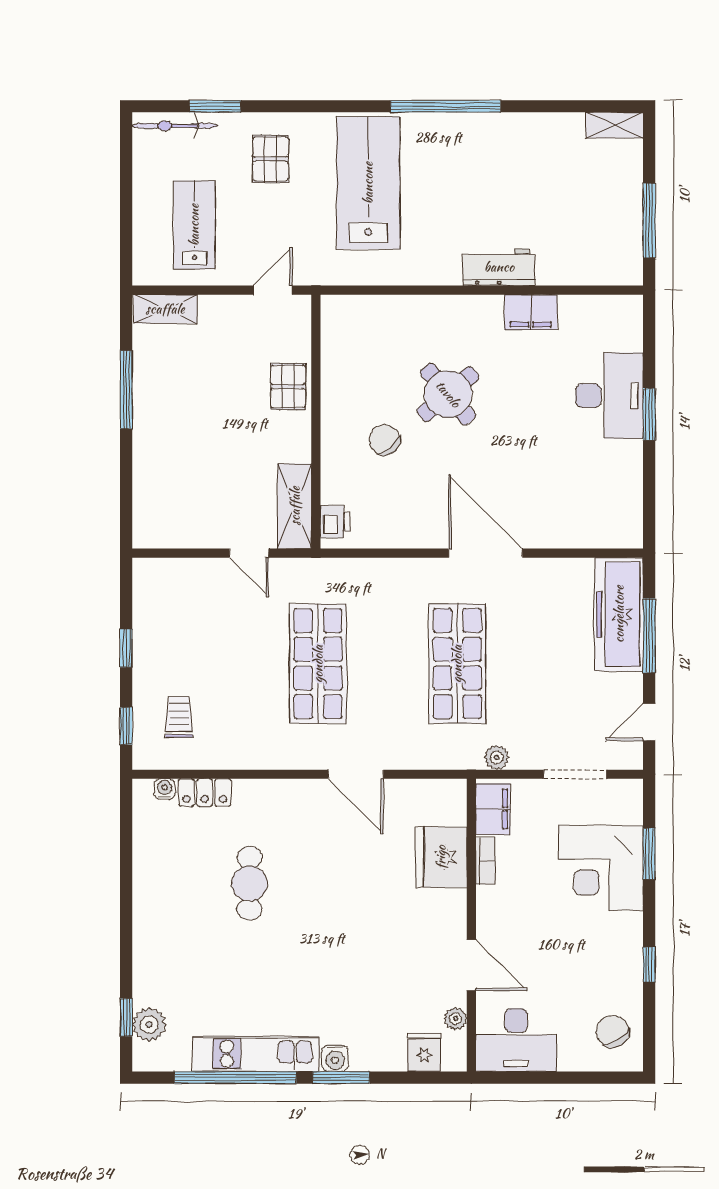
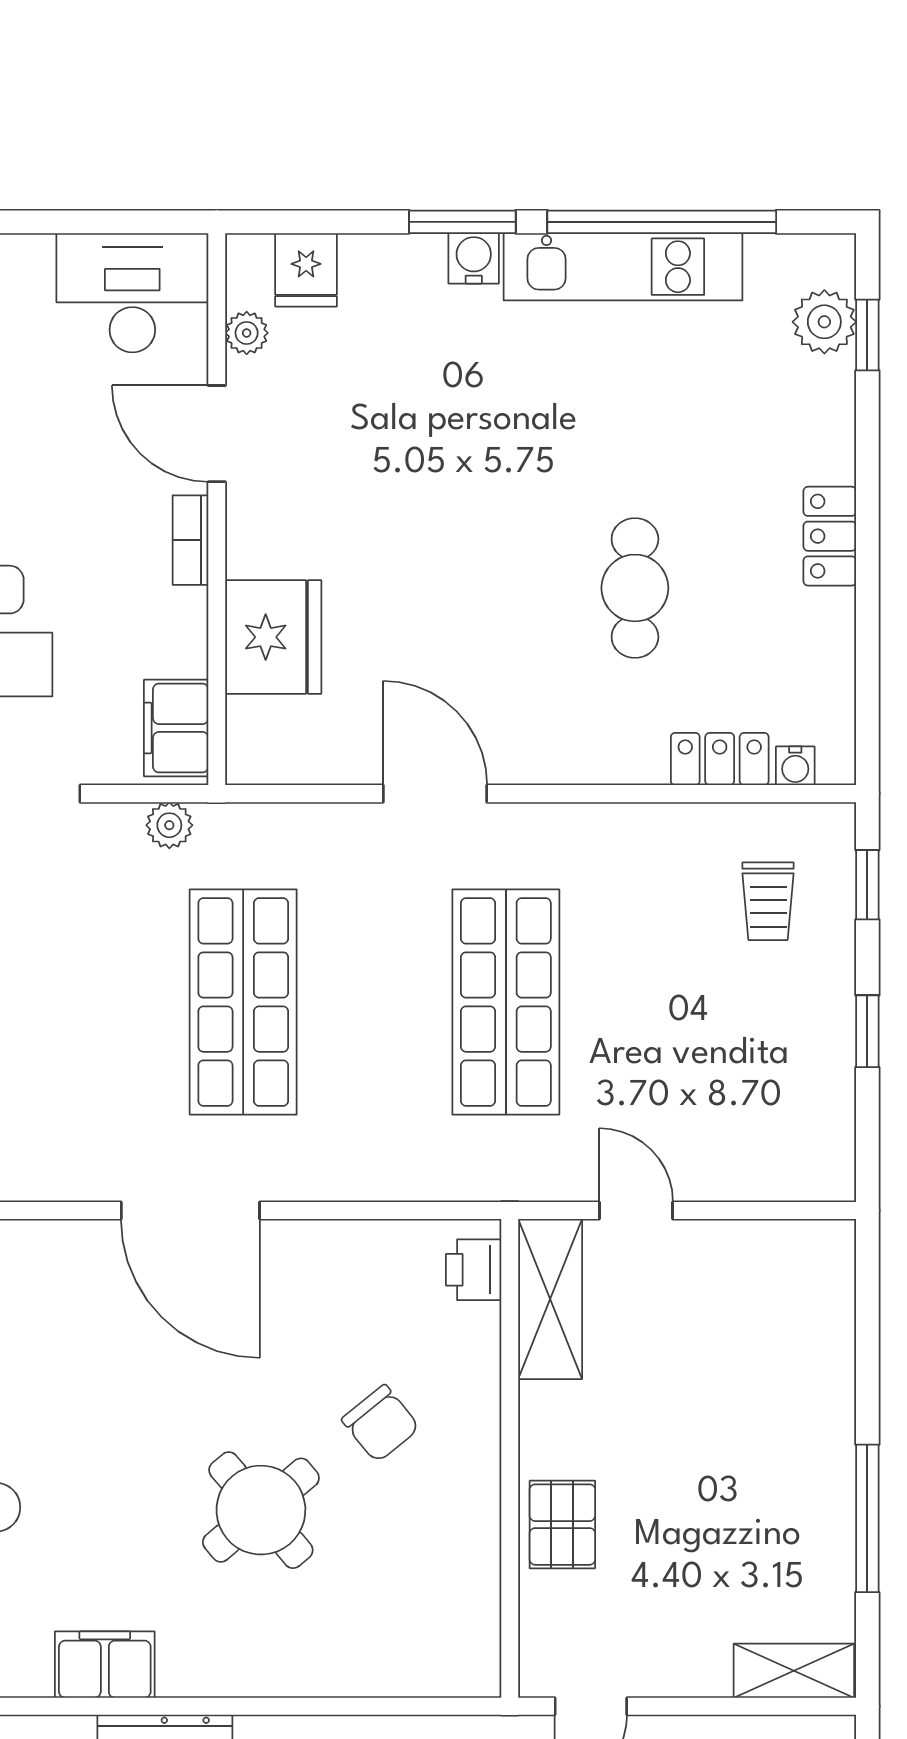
bookcase: (485, 861) -> (190, 540), moved
locker: (146, 911) -> (830, 536), added

